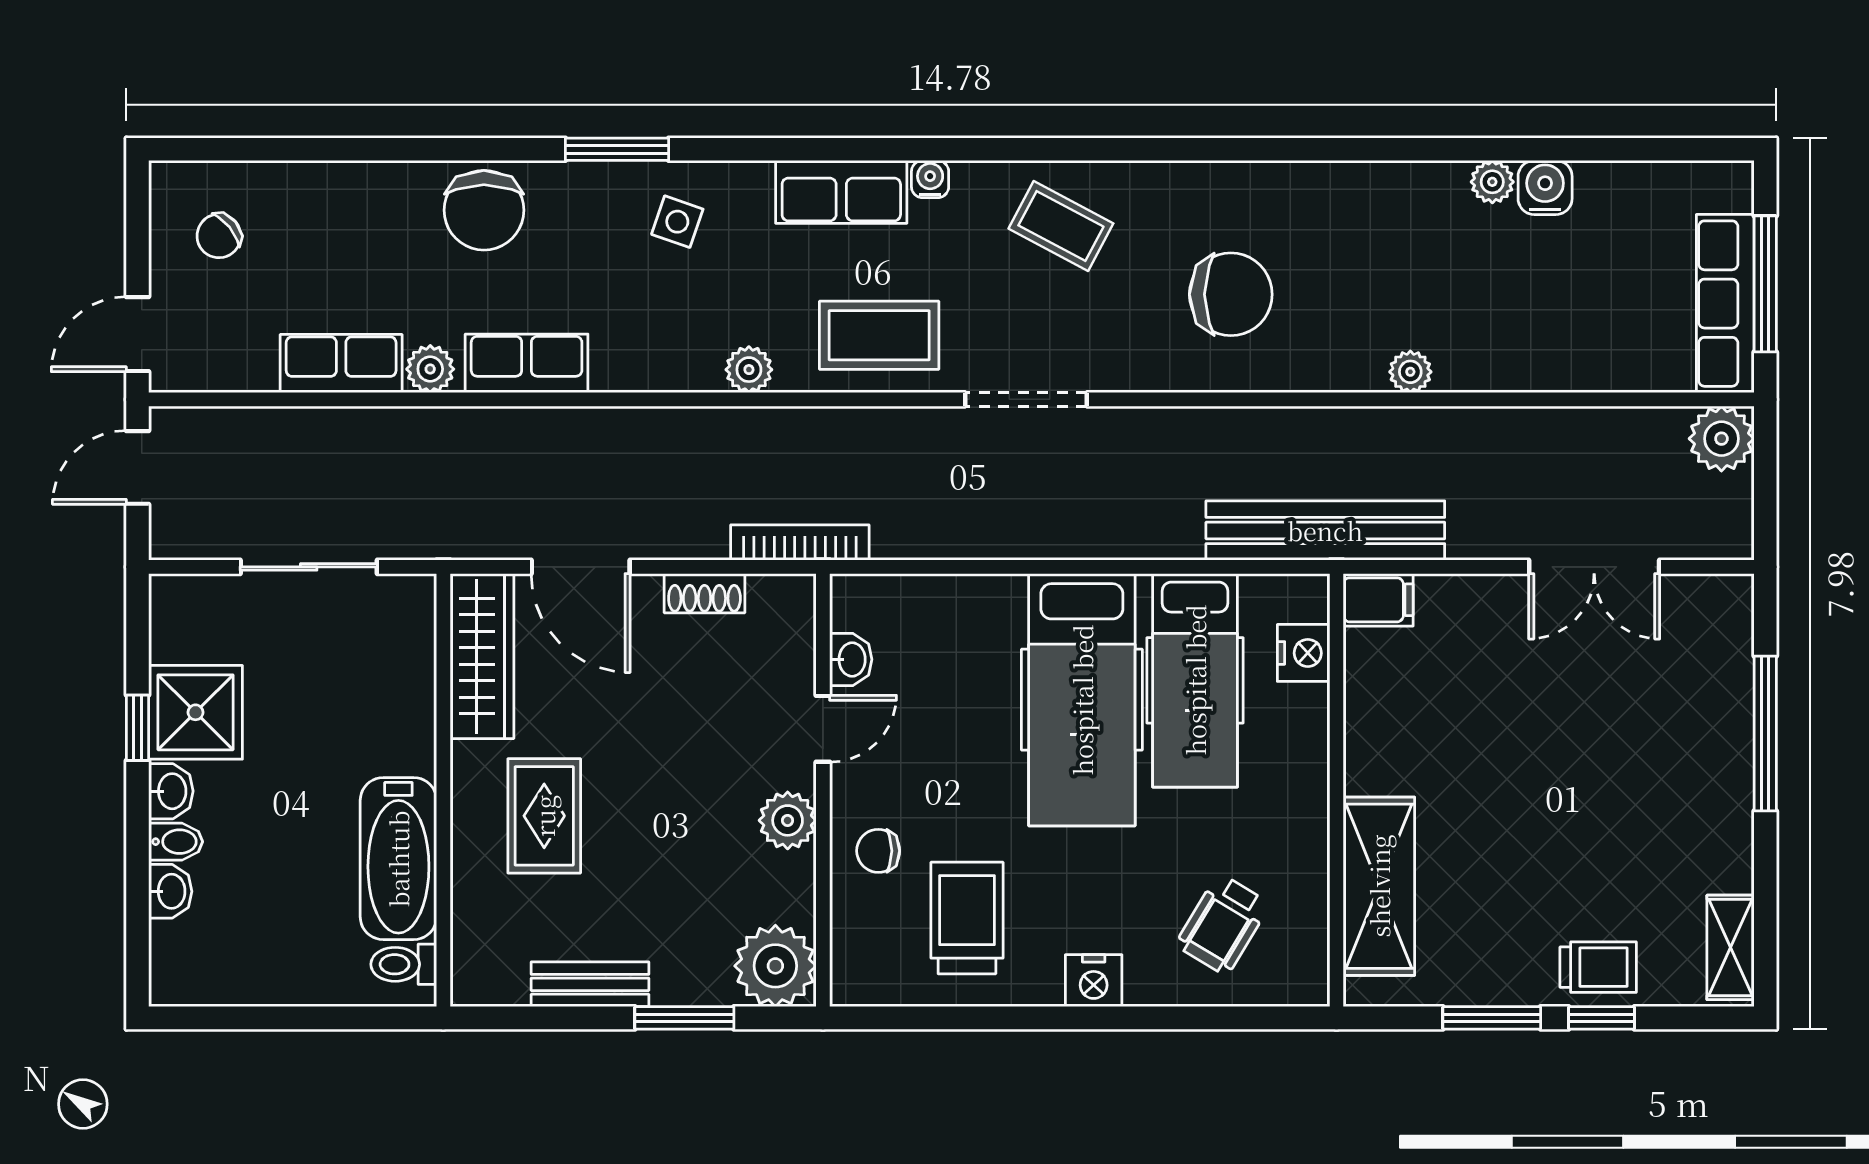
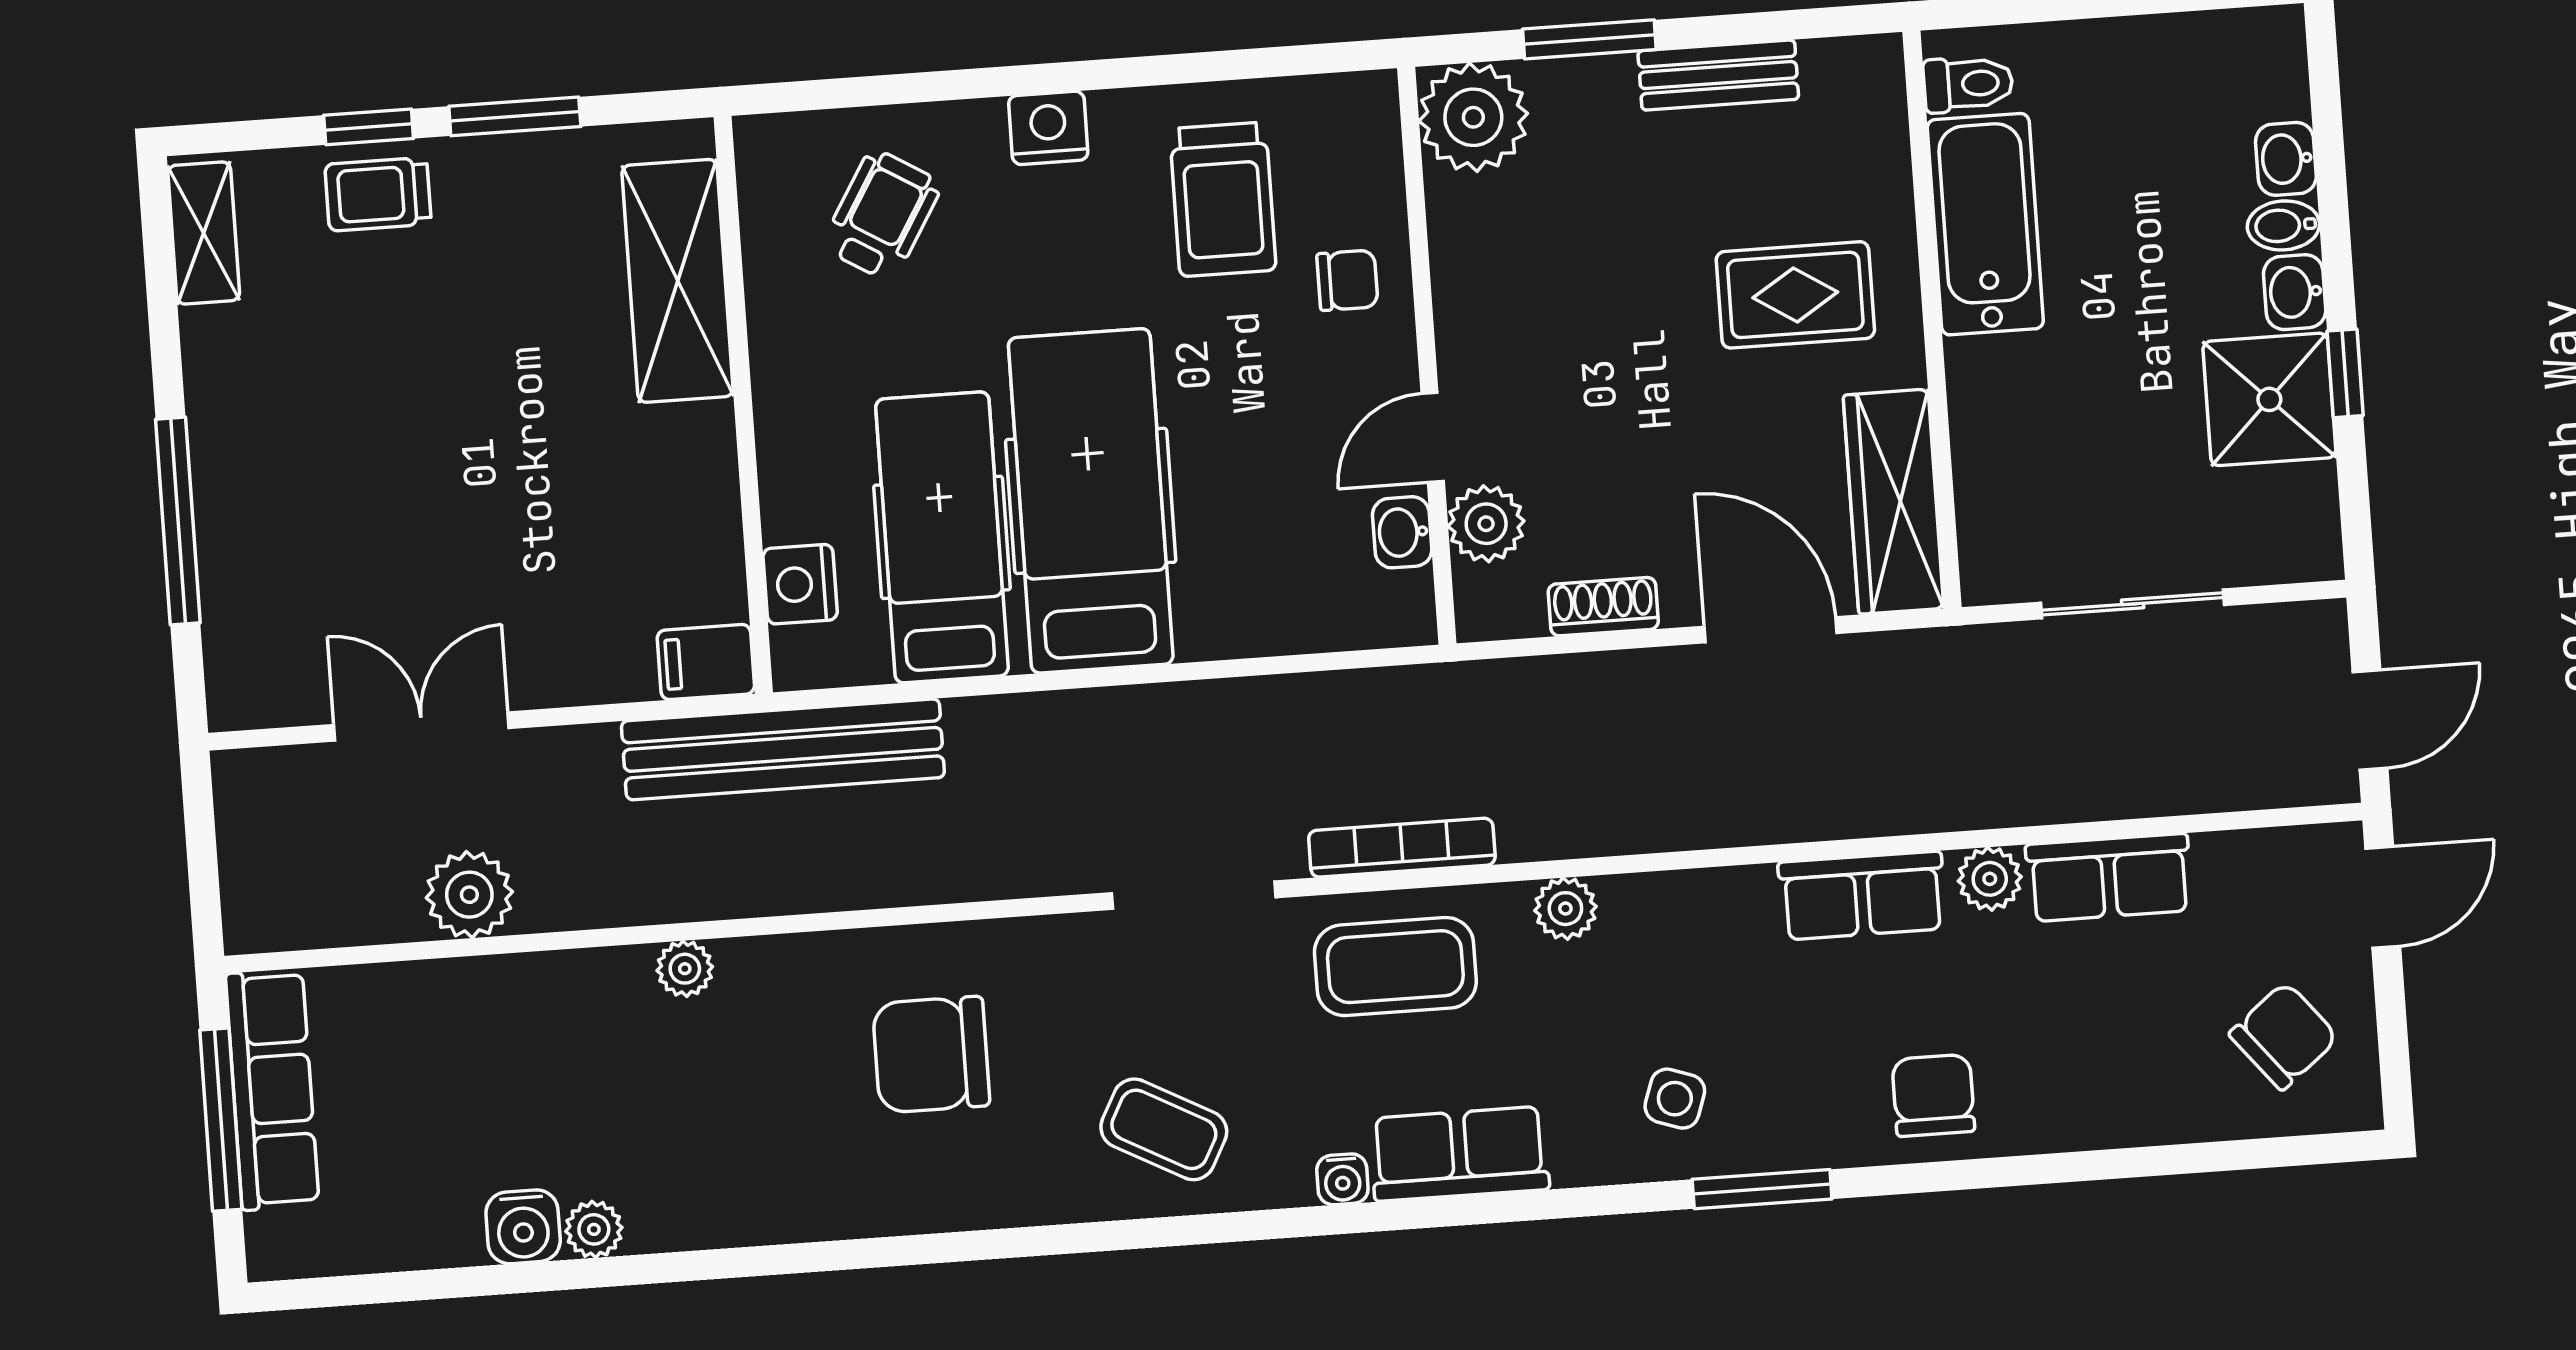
chair: (484, 210) -> (1933, 1095), width x0.73, depth x0.73
chair: (219, 236) -> (2284, 1036), width x1.37, depth x1.37
plant: (1721, 439) -> (469, 895), moved
bookcase: (800, 542) -> (1402, 848), moved, turned 180
rug: (544, 816) -> (1795, 295), turned 90
plant: (788, 820) -> (1486, 524), moved

